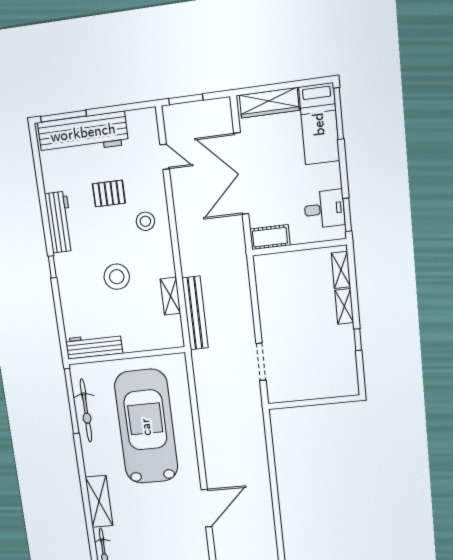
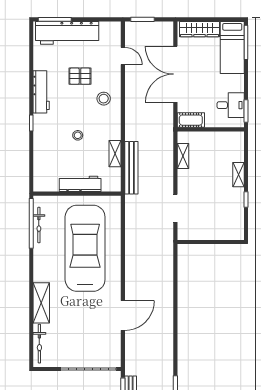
shelving: (341, 270) -> (183, 156), moved
stool: (117, 277) -> (78, 135), width x0.53, depth x0.53
workbench: (94, 346) -> (80, 184), moved
bicycle: (86, 411) -> (39, 225), width x0.73, depth x0.71

